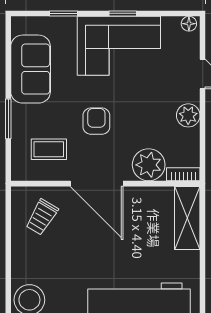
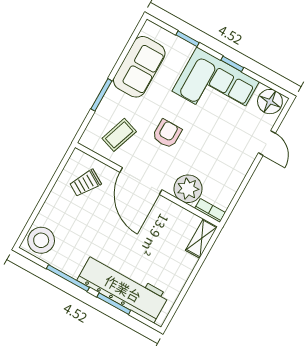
floor lamp: (189, 24) -> (270, 102), width x1.89, depth x1.89
plant: (188, 115) -> (239, 168), removed
coffee table: (49, 149) -> (119, 135), turned -71
shelving: (187, 218) -> (202, 238), width x0.67, depth x0.75

